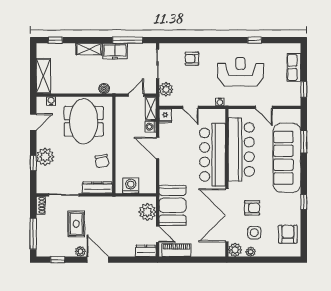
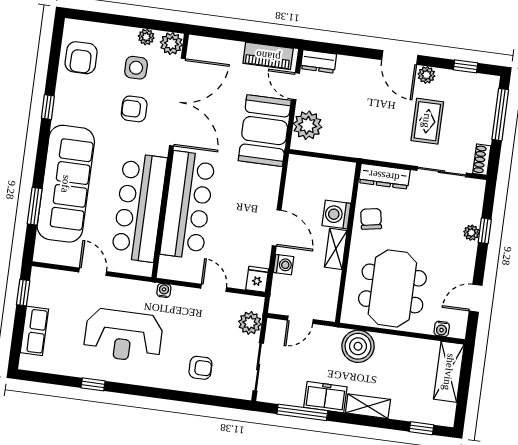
boiler: (104, 89) -> (358, 346), width x1.86, depth x1.86
shelving: (151, 108) -> (336, 249), moved
plant: (45, 157) -> (471, 233), width x0.53, depth x0.53
washing machine: (131, 186) -> (336, 214), moved, turned 90

